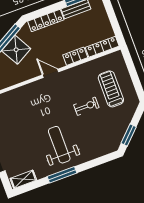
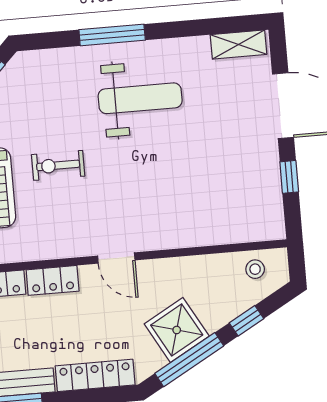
weight bench: (59, 145) -> (140, 98), turned -90
window: (62, 175) -> (112, 35), moved

